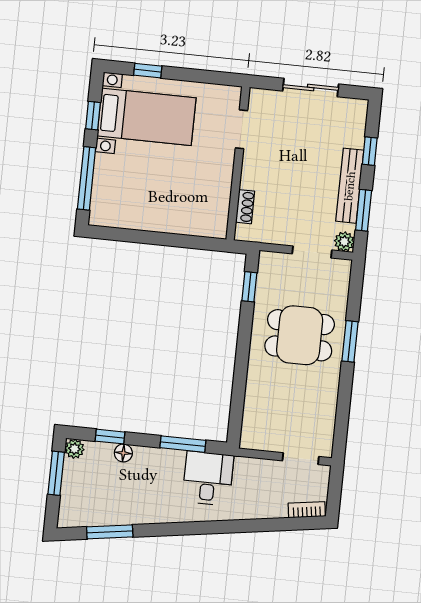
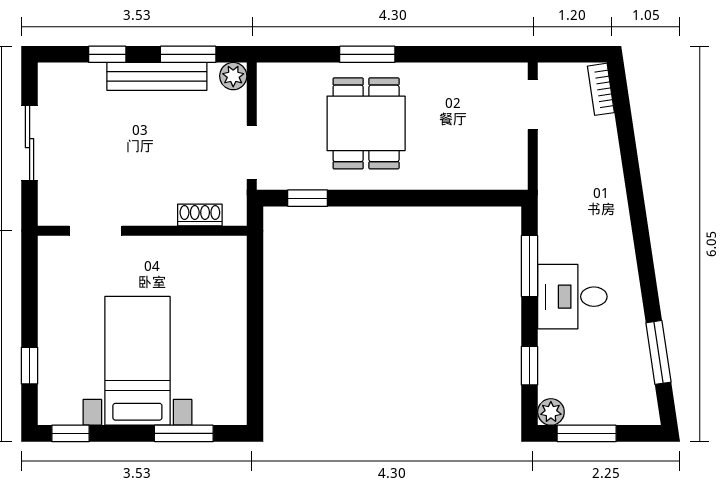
window: (93, 116) -> (70, 433), moved
bed with nightstands: (147, 117) -> (137, 361), moved
window: (87, 178) -> (184, 433), width x0.69
doorway: (312, 252) -> (252, 152), moved
floor lamp: (123, 453) -> (550, 345), removed
desk: (208, 478) -> (572, 297), moved

